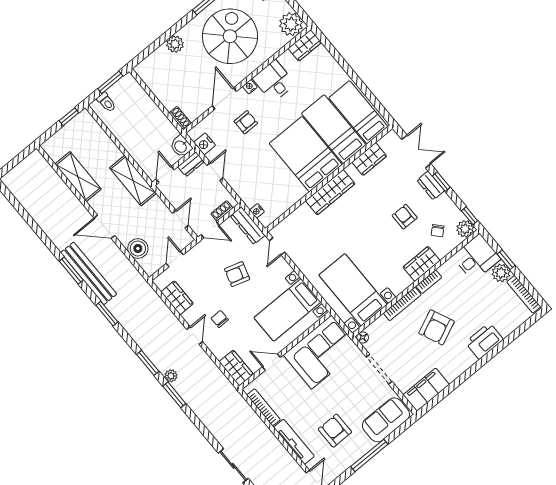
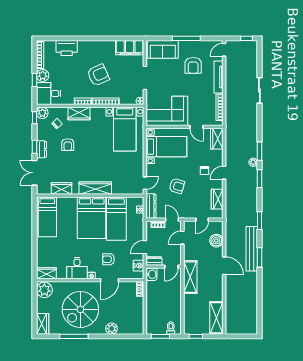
bed: (334, 129) -> (116, 219), moved
shelving: (78, 177) -> (216, 318), moved
printer: (484, 341) -> (67, 48), moved

